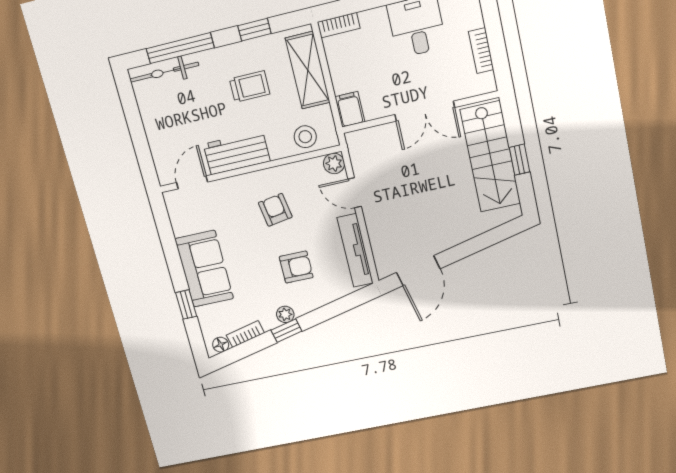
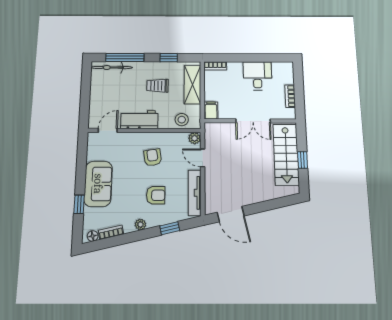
trolley: (250, 87) -> (158, 86), turned 180
door: (418, 271) -> (231, 214), hinge flipped
window: (286, 331) -> (170, 228), moved

